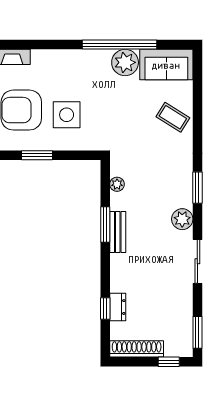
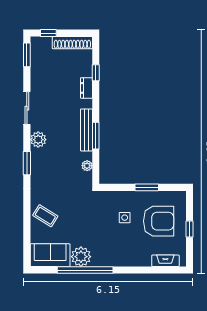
side table: (67, 115) -> (125, 218), width x0.54, depth x0.54
bench: (118, 232) -> (86, 130), width x1.36
dresser: (118, 307) -> (86, 88), moved

